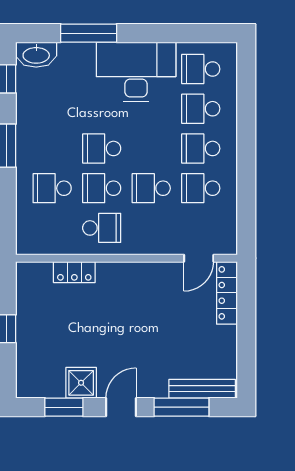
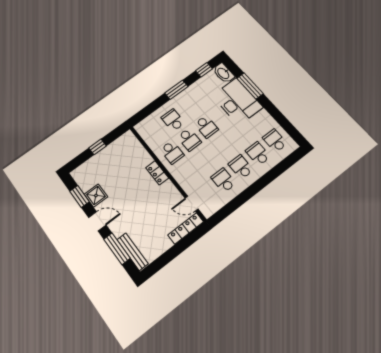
desk: (136, 72) -> (237, 101), moved
school desk: (102, 148) -> (206, 127), turned 180
school desk: (102, 188) -> (189, 140), turned 180
school desk: (151, 188) -> (206, 160), removed
locker: (74, 272) -> (157, 173), moved

